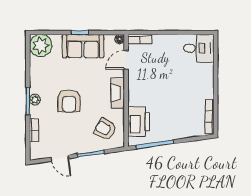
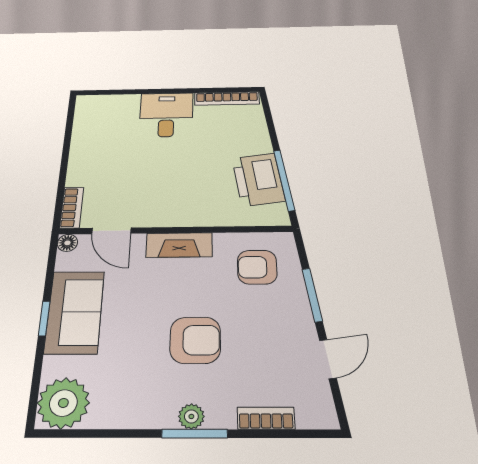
desk: (199, 48) -> (166, 115), moved
printer: (139, 121) -> (258, 180), moved, turned -98
armchair: (105, 129) -> (257, 267), turned 60

